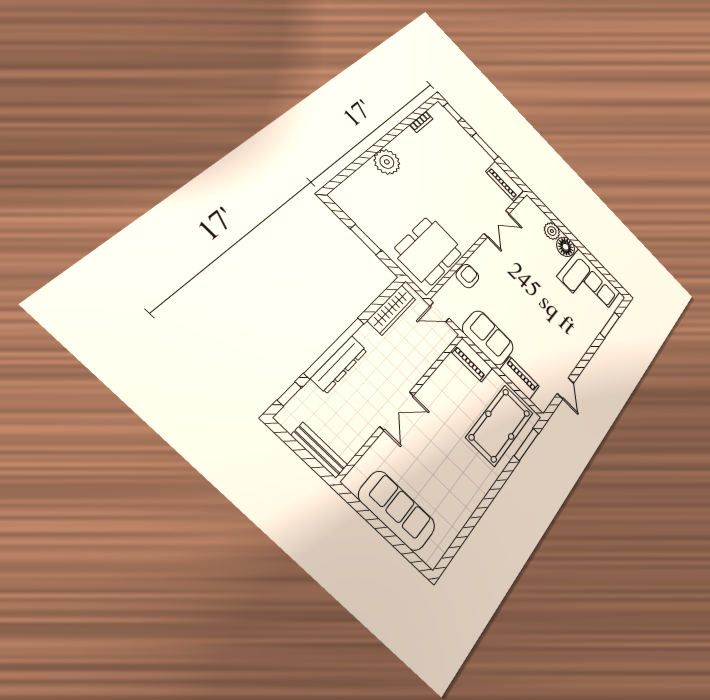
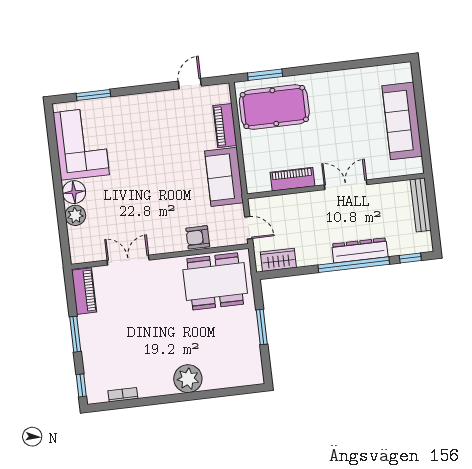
wardrobe: (392, 310) -> (278, 260), width x0.67
piano: (472, 360) -> (292, 179), moved, turned -90

